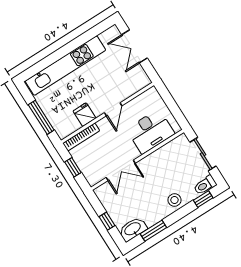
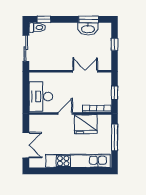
fridge: (85, 115) -> (86, 124), width x1.88, depth x1.34
desk: (150, 131) -> (41, 97), moved, turned -90
stool: (174, 200) -> (63, 30), removed
washbasin: (133, 229) -> (88, 29), moved

